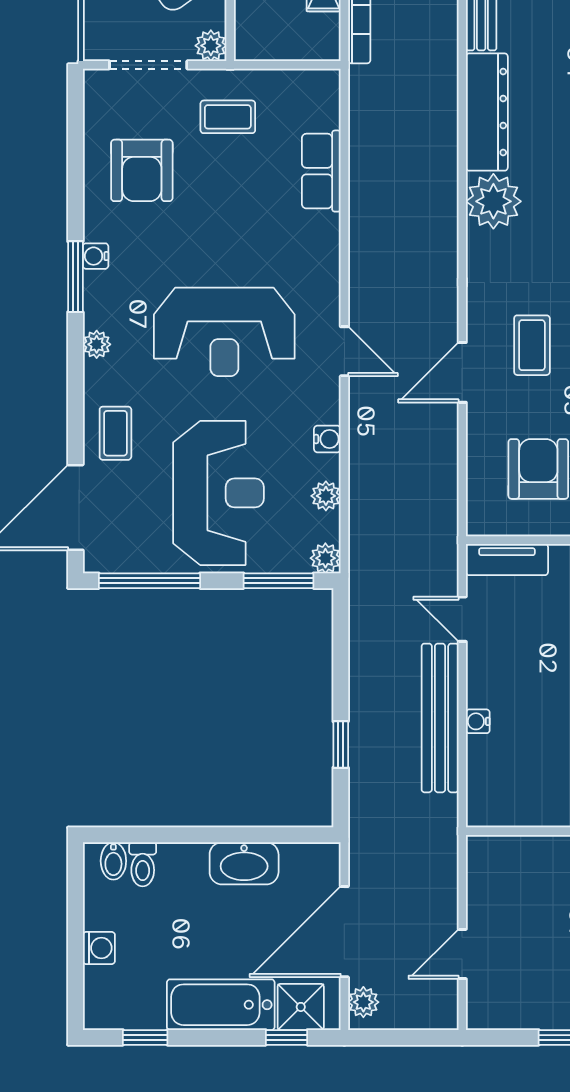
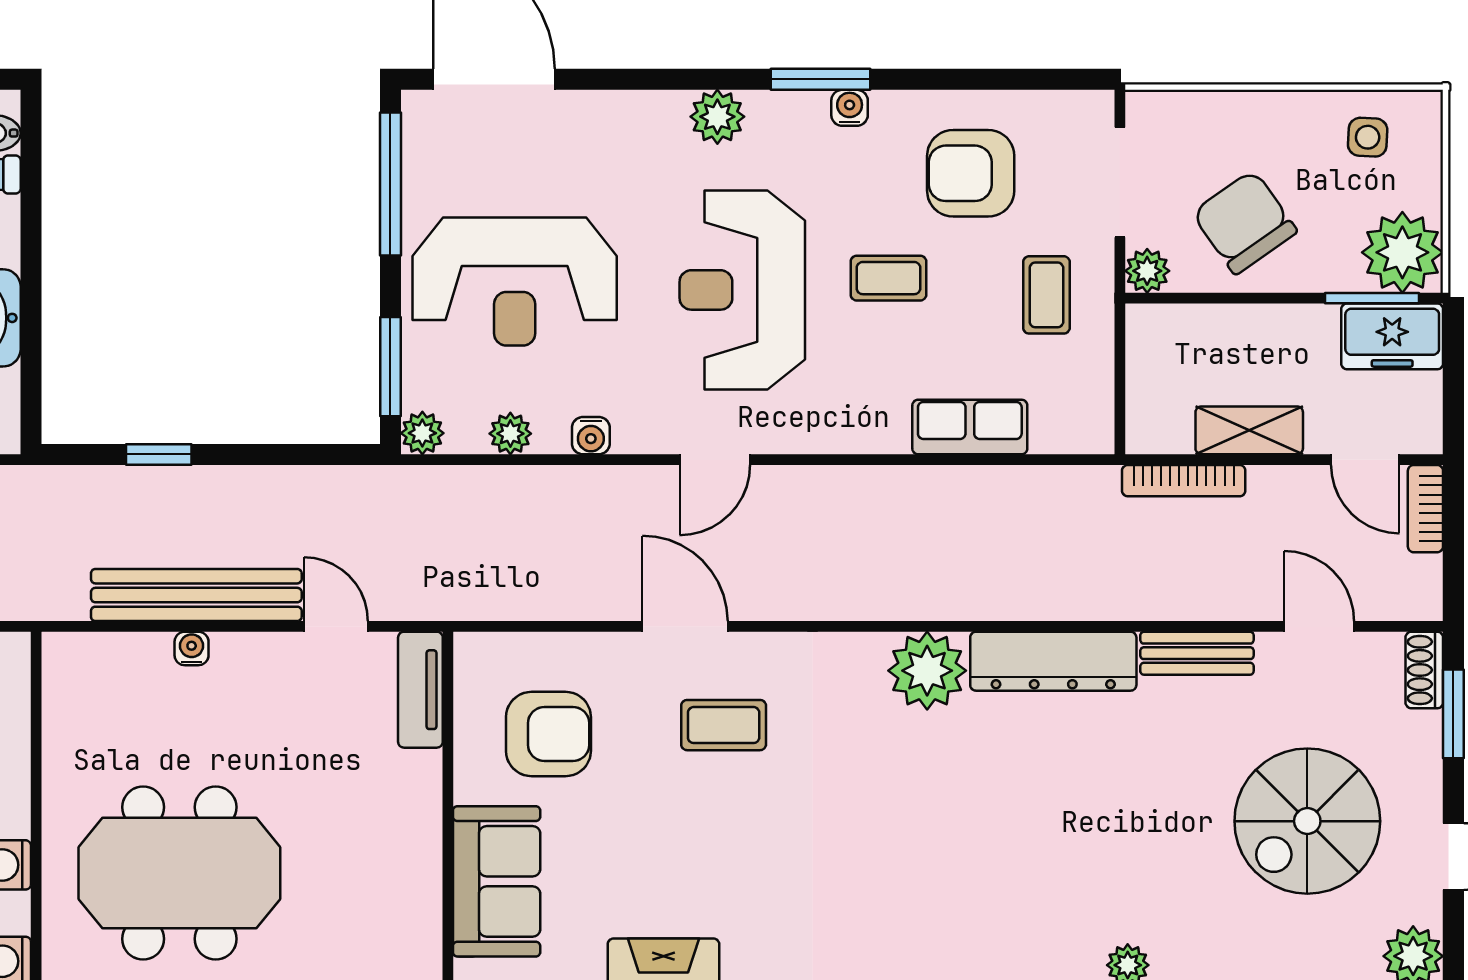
plant: (97, 344) -> (717, 117), width x1.38, depth x1.38
coffee table: (115, 433) -> (888, 278), moved
door: (462, 619) -> (336, 626), hinge flipped

